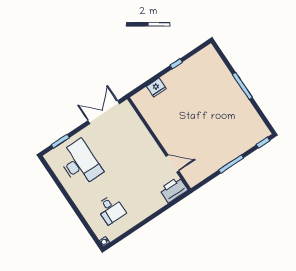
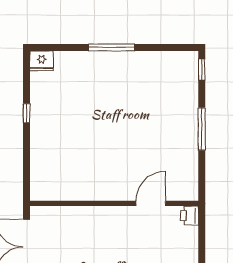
fridge: (156, 87) -> (42, 61), moved, turned 90
printer: (174, 190) -> (190, 216), width x0.53, depth x0.68

